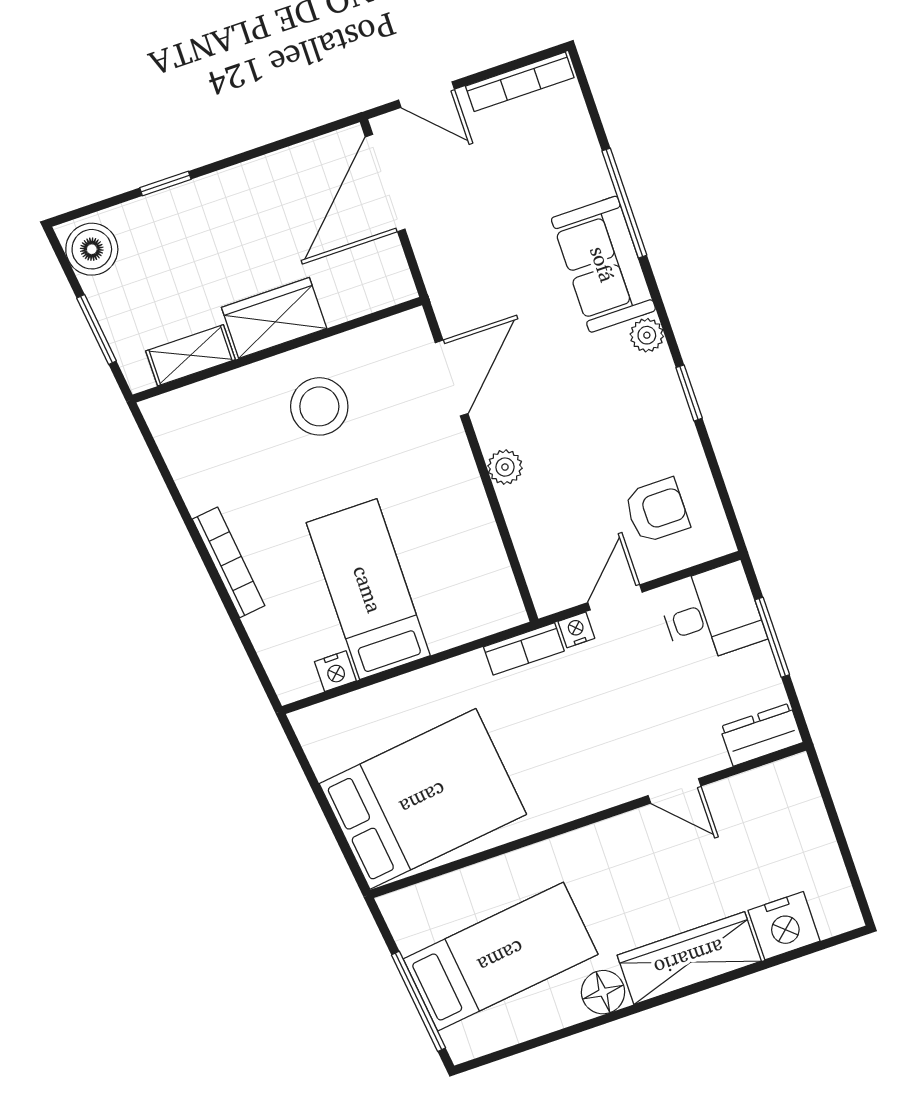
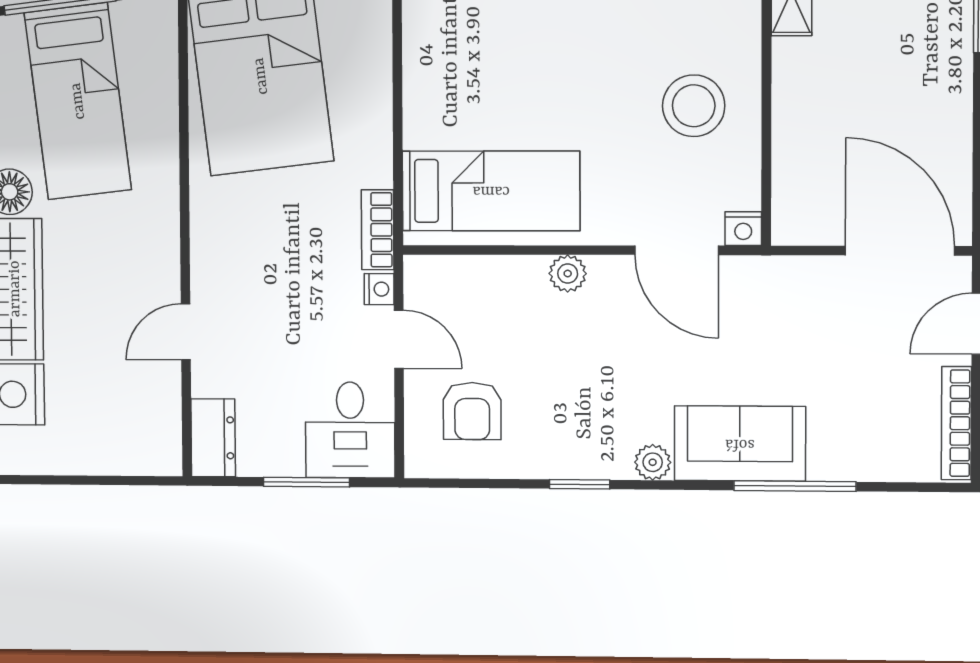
wardrobe: (274, 318) -> (801, 90), removed
bed: (368, 589) -> (491, 191), moved
nightstand: (335, 671) -> (743, 229), moved, turned -90

